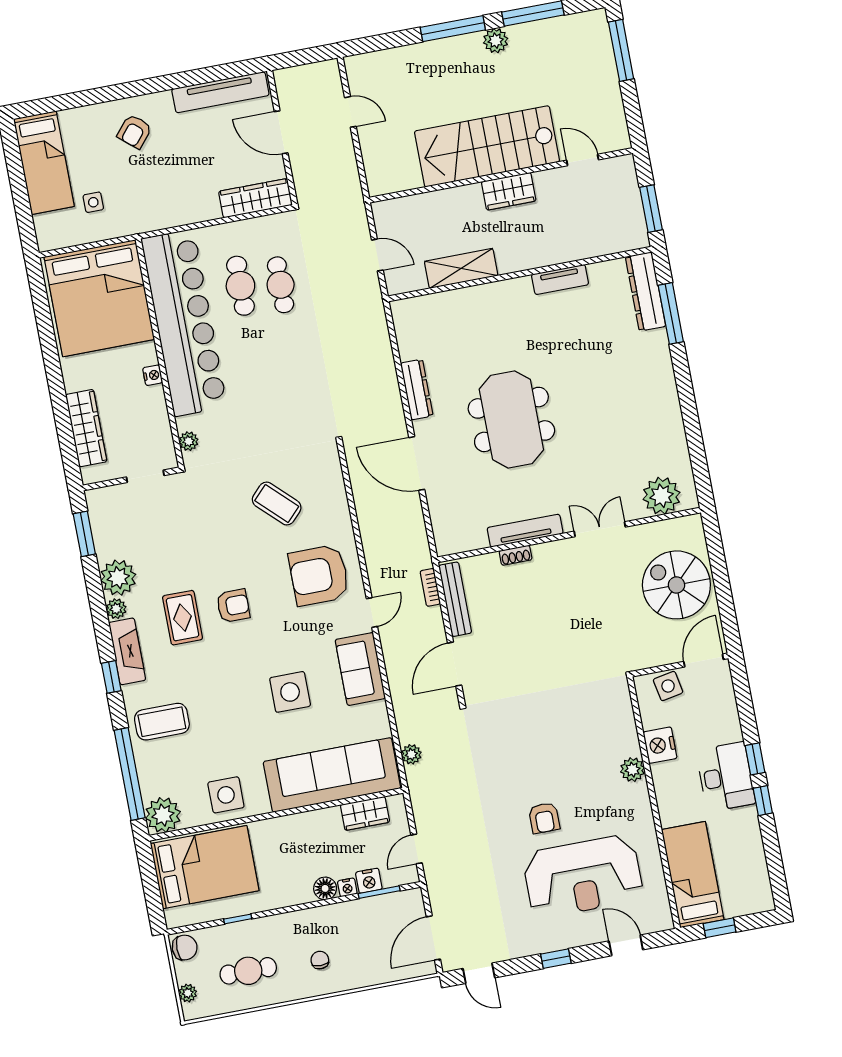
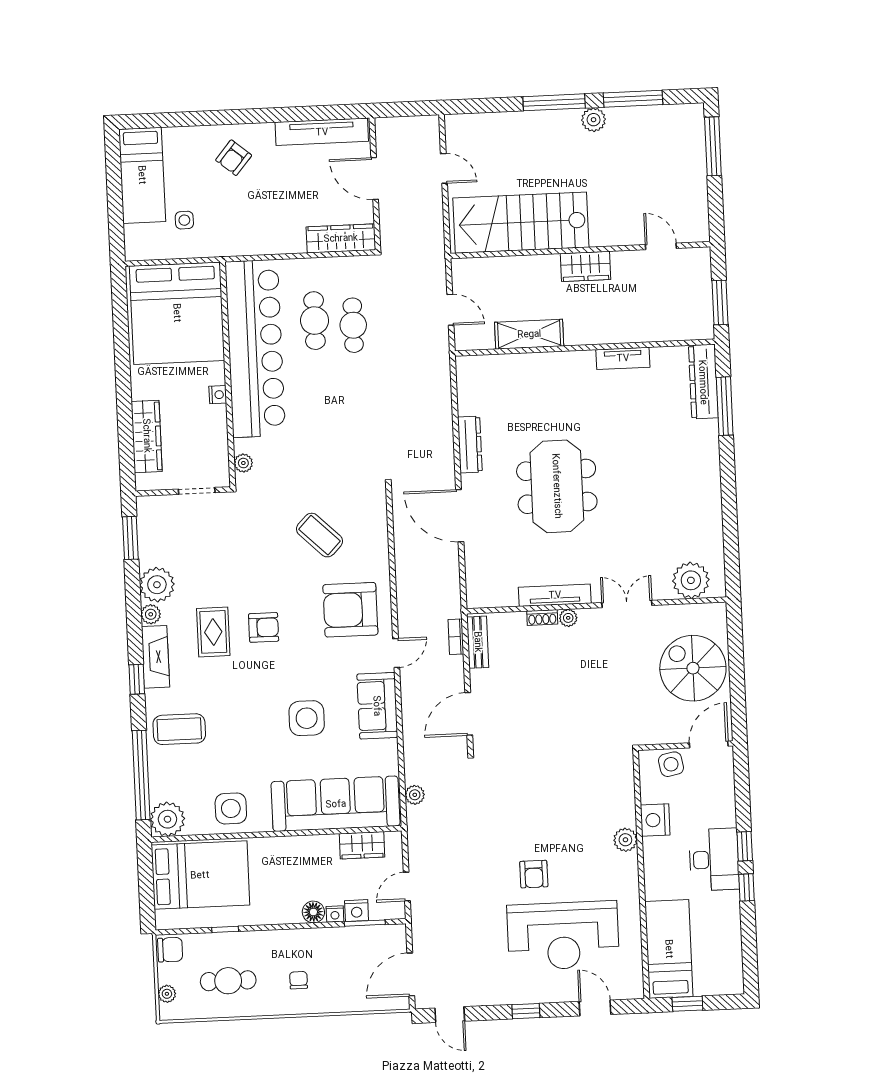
stairs: (487, 146) -> (521, 223), moved
plant: (542, 552) -> (568, 618), added
bench: (455, 599) -> (478, 642), width x0.73

